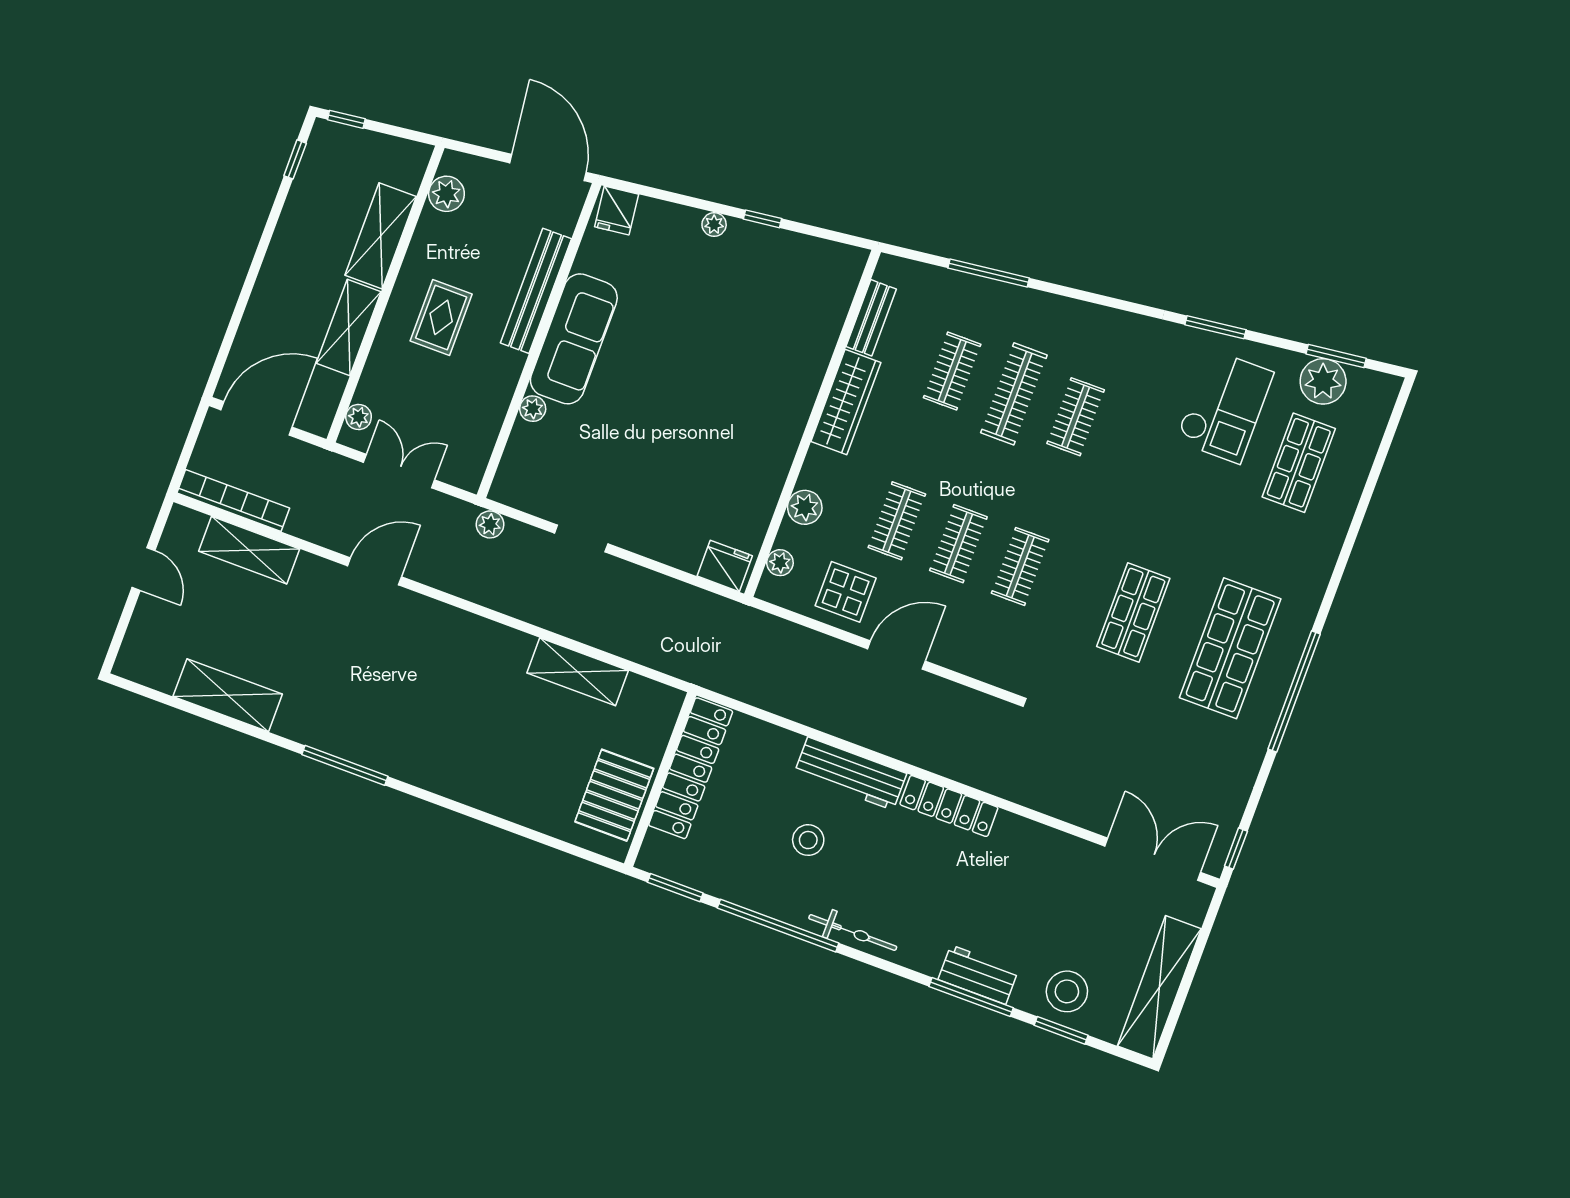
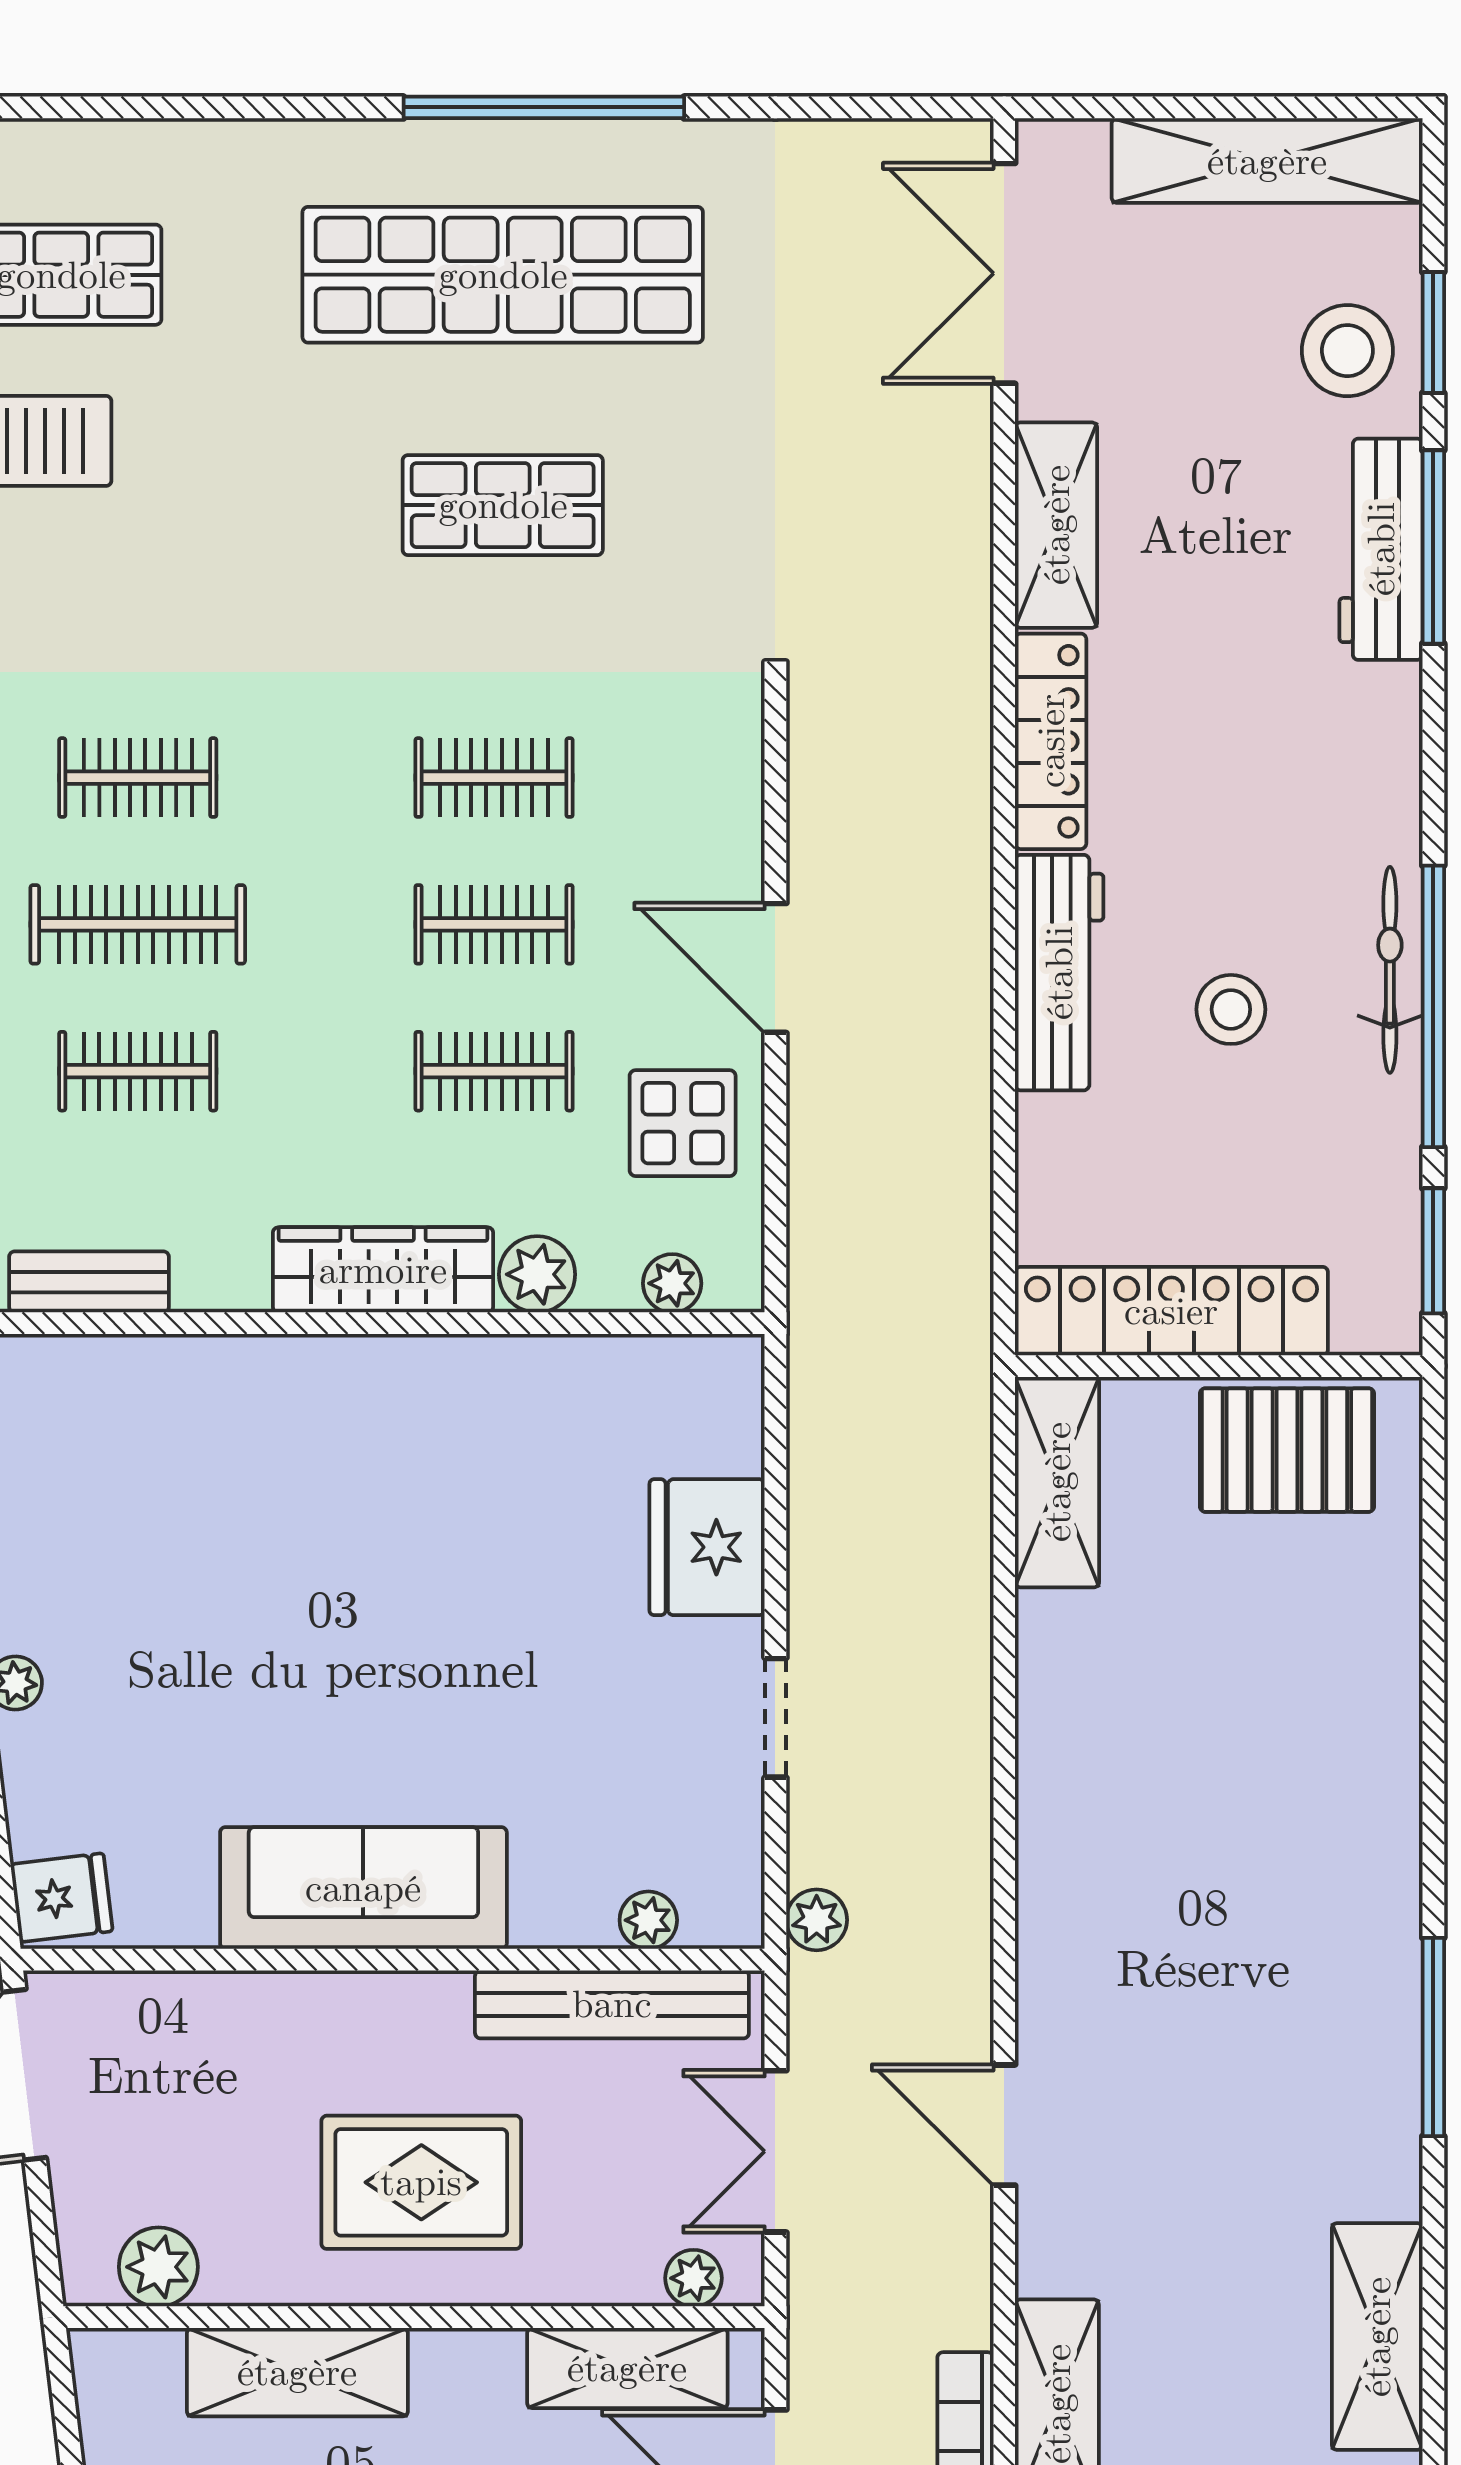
bench: (536, 291) -> (612, 2004), moved
rug: (441, 317) -> (421, 2182), width x1.36, depth x1.43
shelving: (349, 328) -> (627, 2368), moved
wardrobe: (846, 402) -> (383, 1270), moved
plant: (533, 409) -> (648, 1920), moved
fridge: (725, 566) -> (707, 1547), moved, width x1.36, depth x1.34
shop shelf: (1230, 648) -> (503, 275), width x1.40
shelving: (578, 672) -> (1057, 1482), moved
shelving: (1039, 842) -> (1056, 525), added
window: (1236, 849) -> (917, 107), removed
bicycle: (853, 933) -> (1390, 970), moved
workbench: (978, 975) -> (1381, 549), width x1.38

